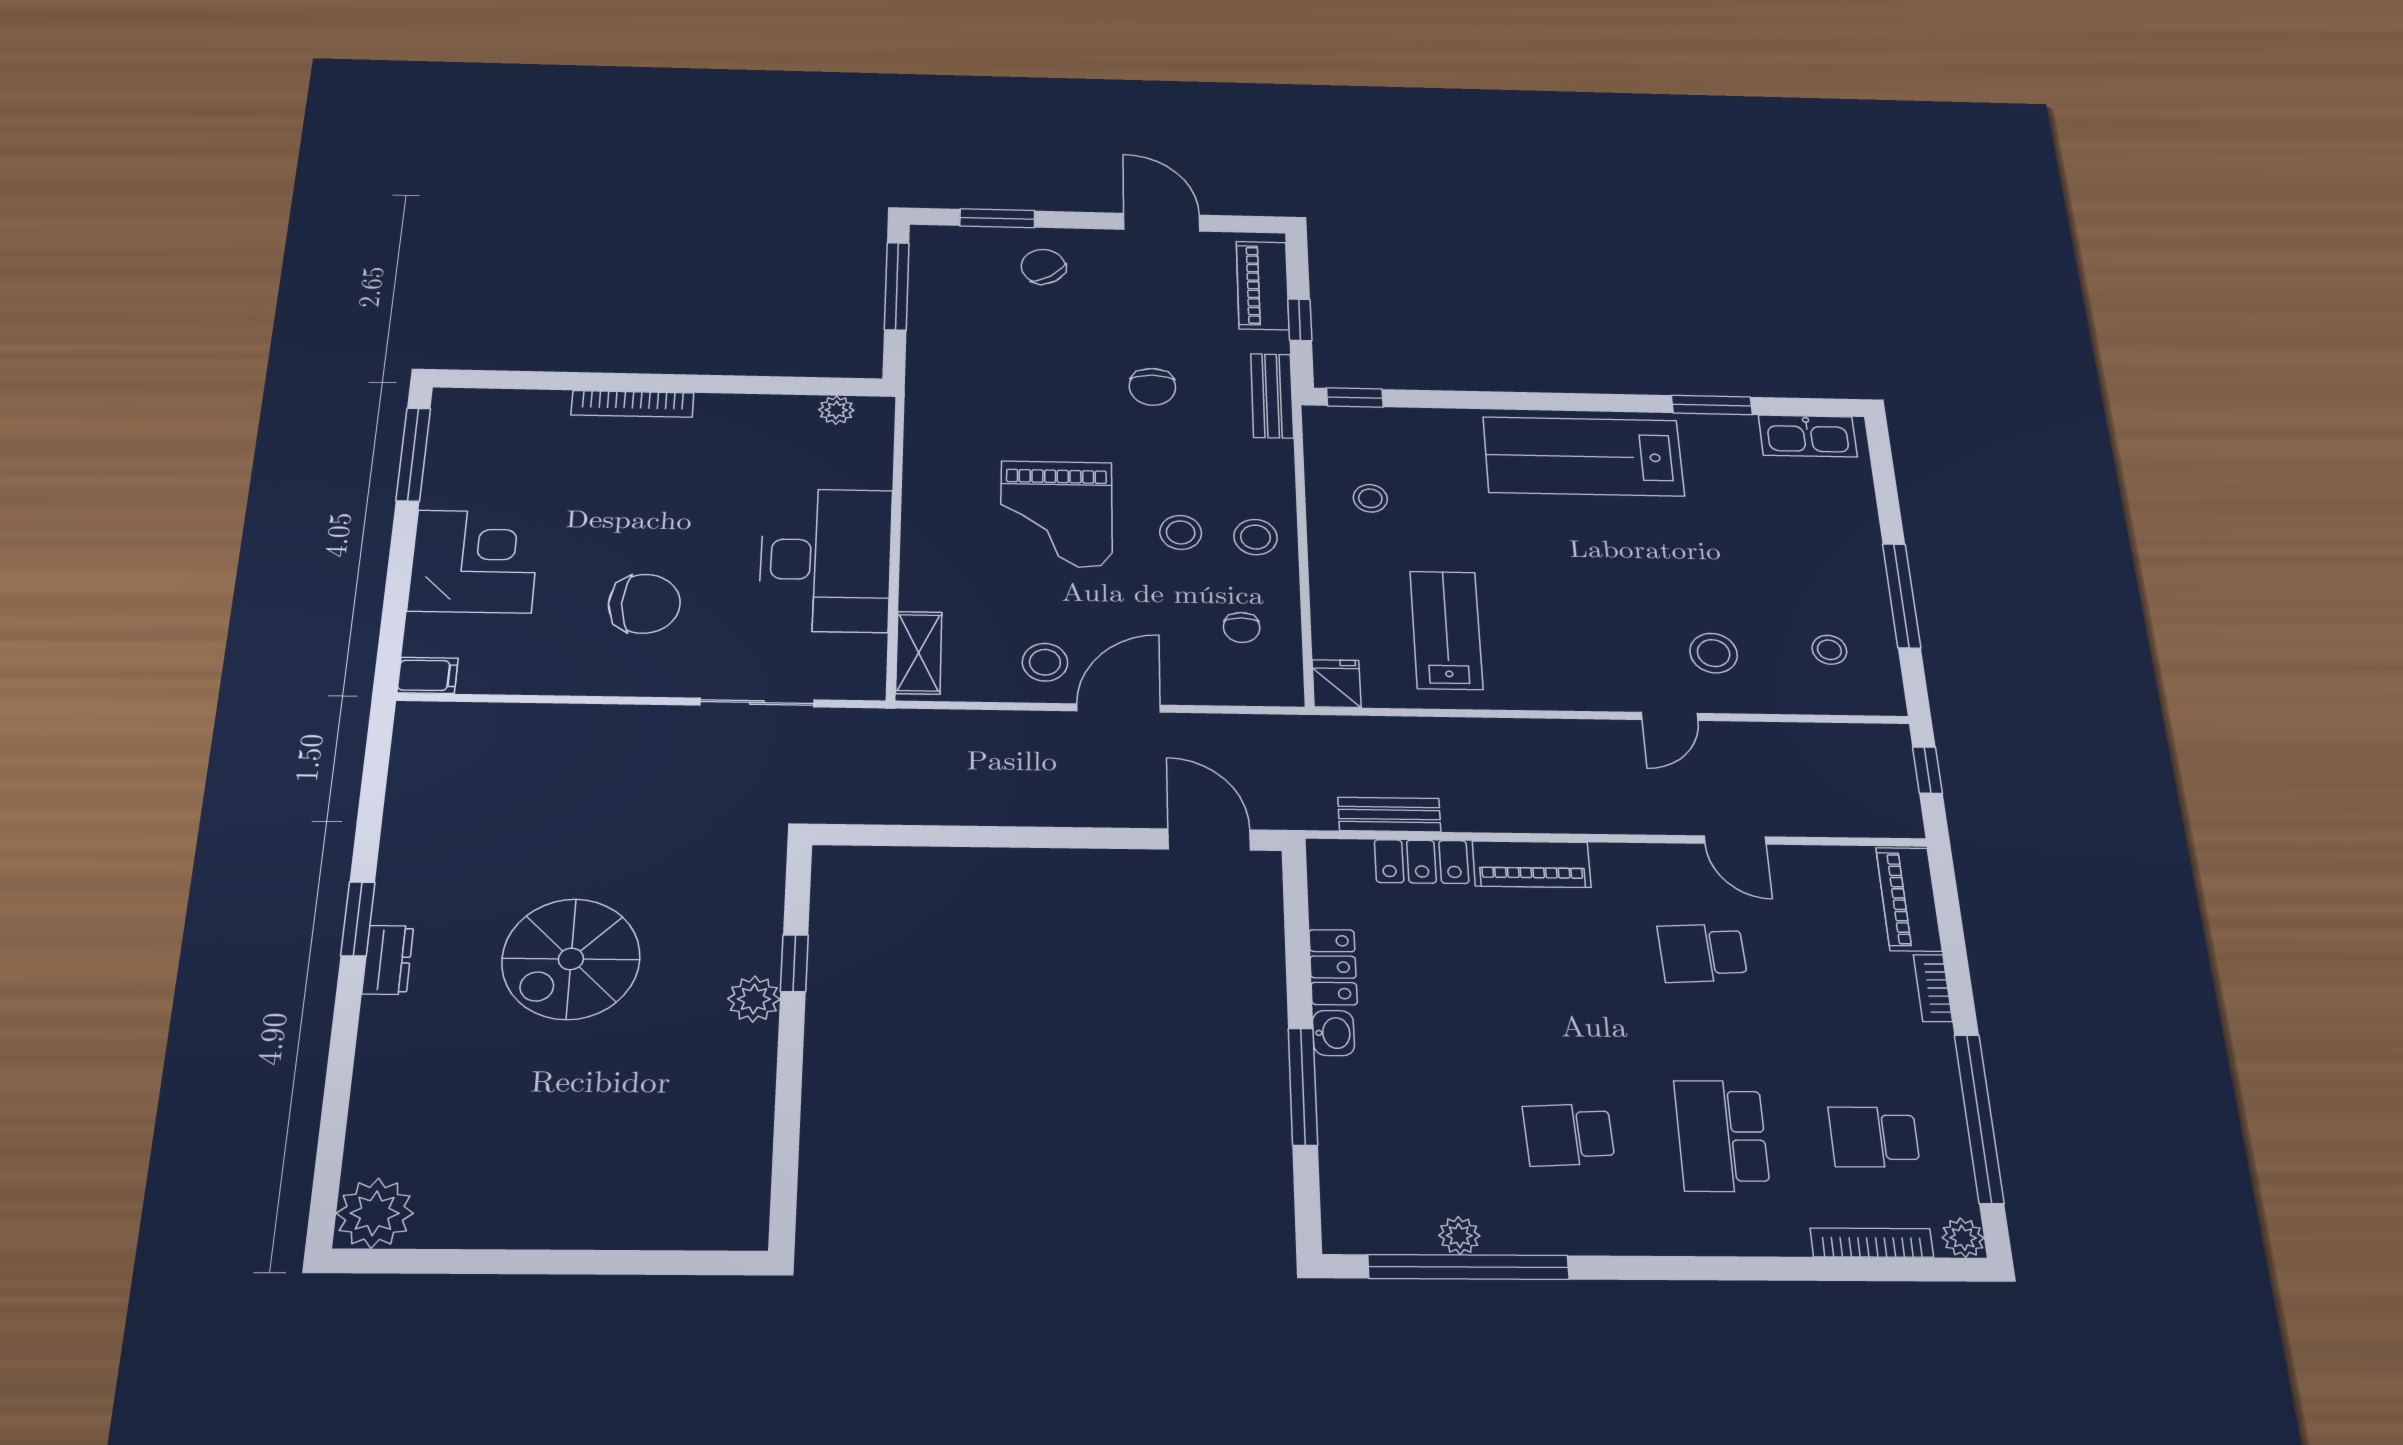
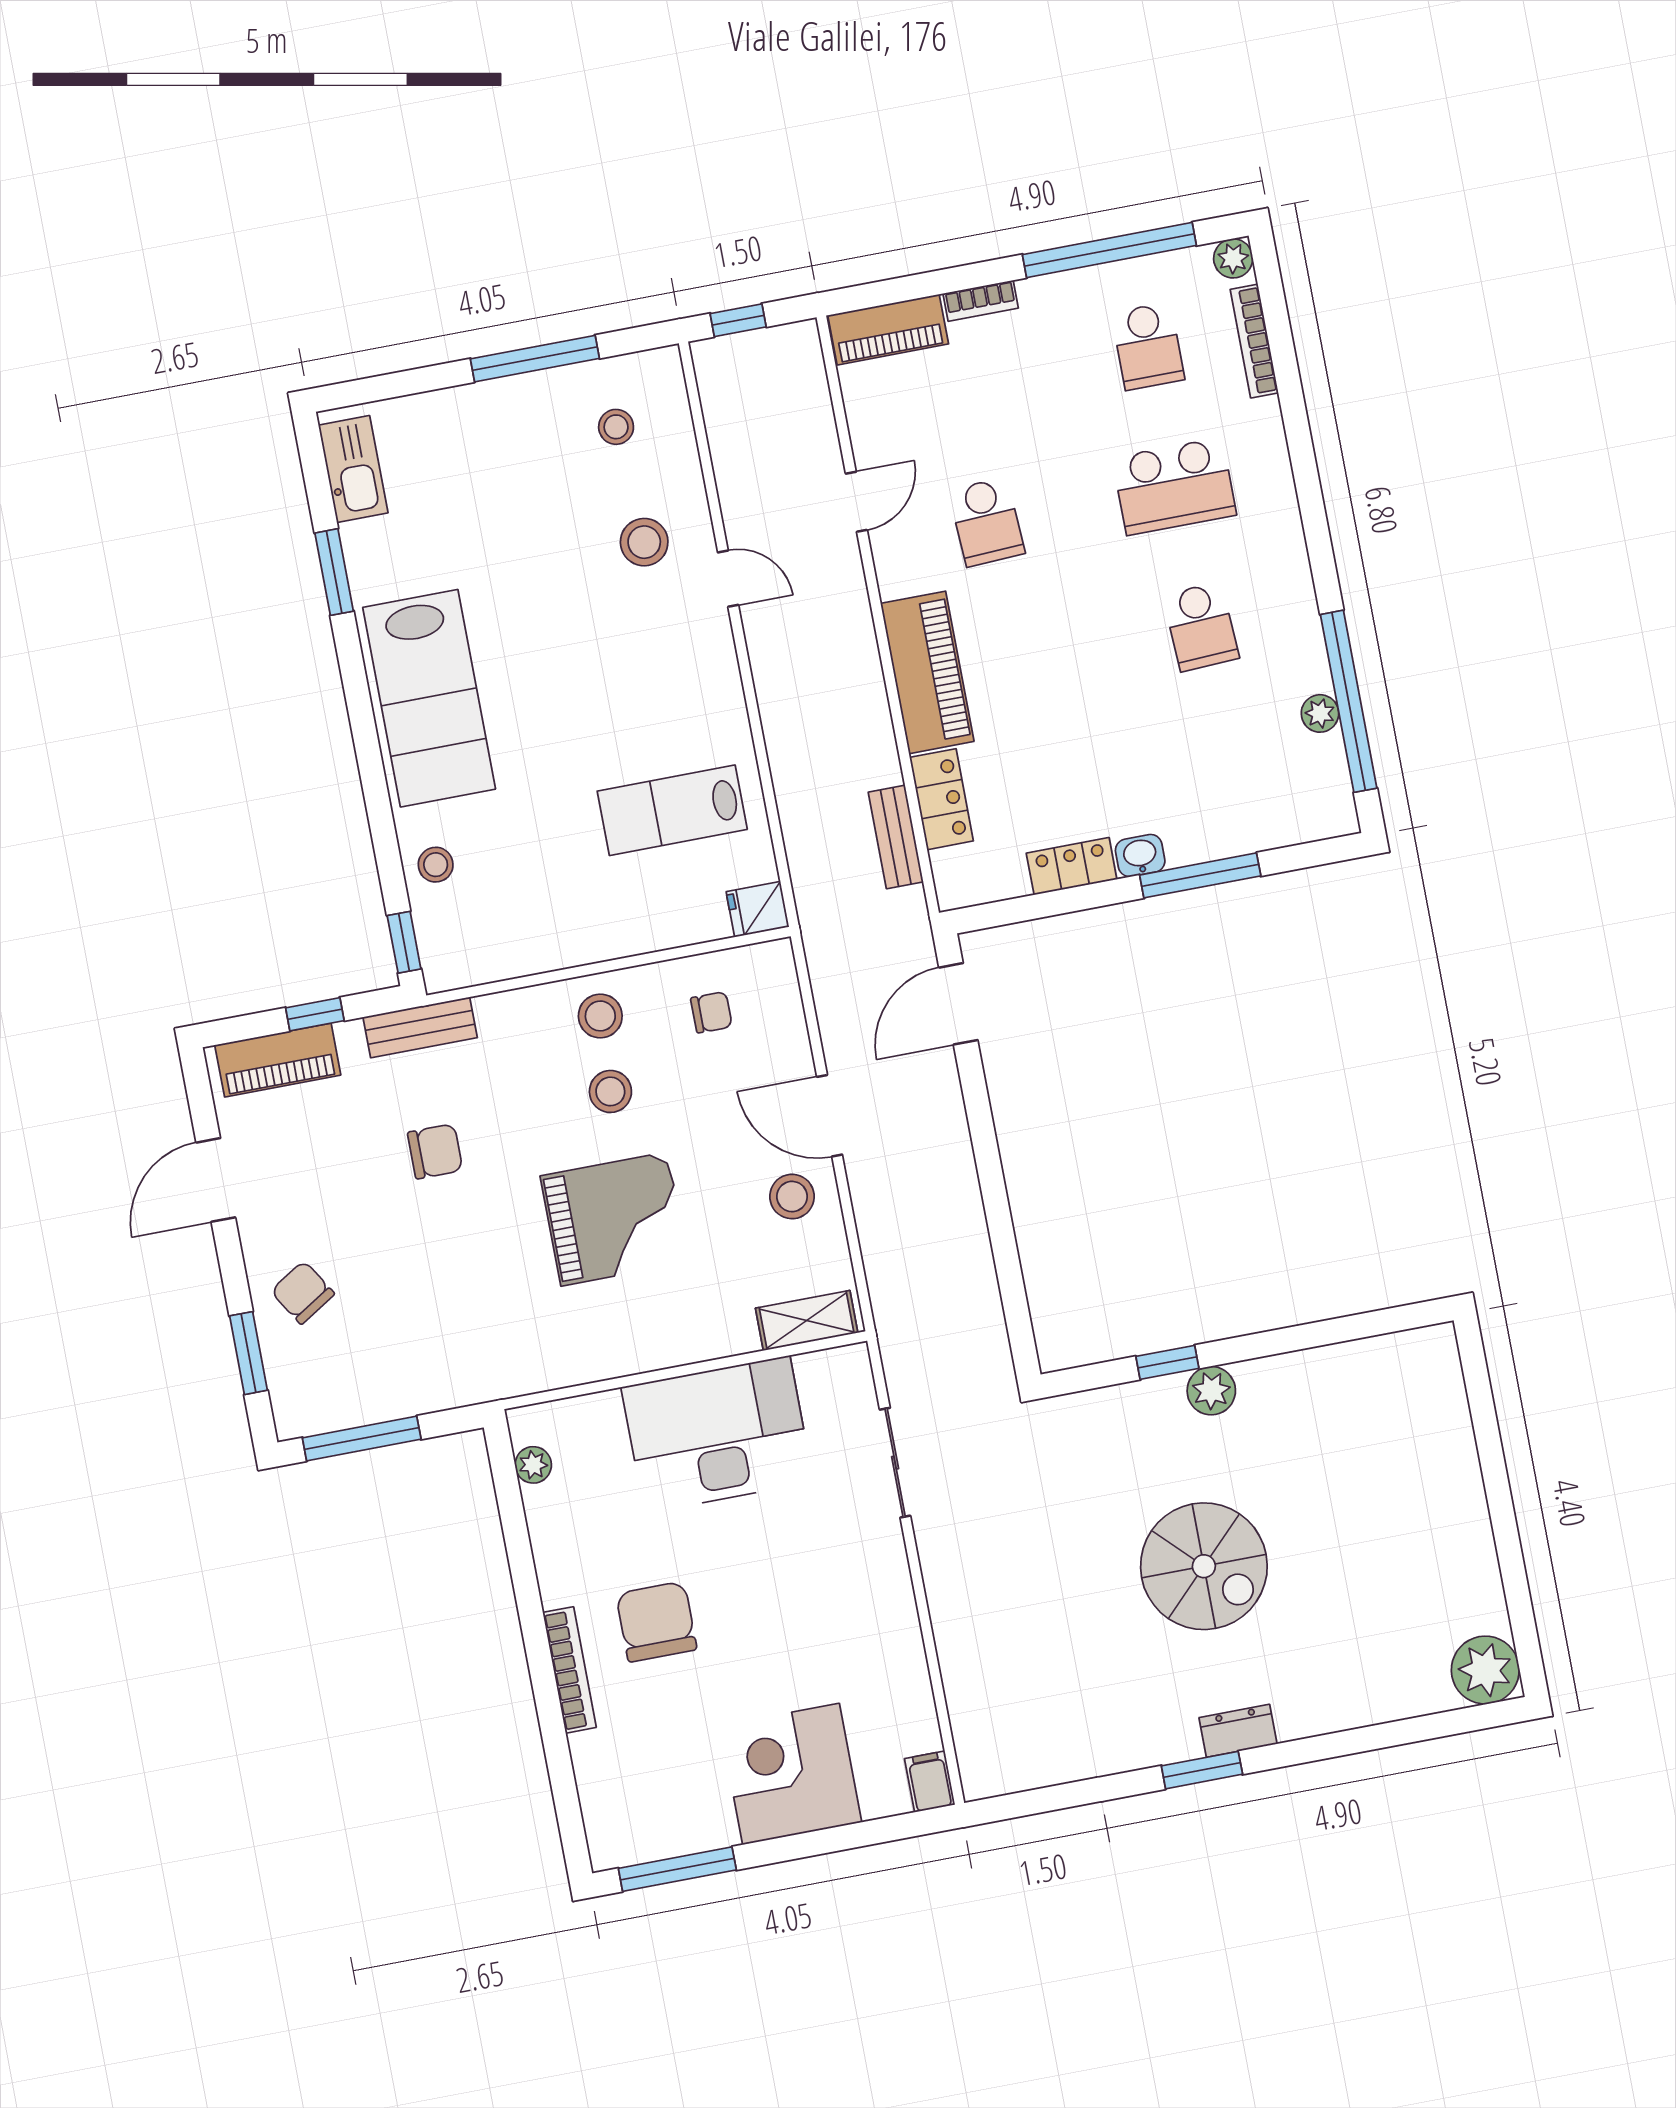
chair: (1043, 267) -> (303, 1293), turned 92
stool: (1370, 498) -> (436, 865), moved
chair: (644, 604) -> (656, 1622), moved
piano: (1532, 864) -> (927, 672), width x1.37, depth x1.33

